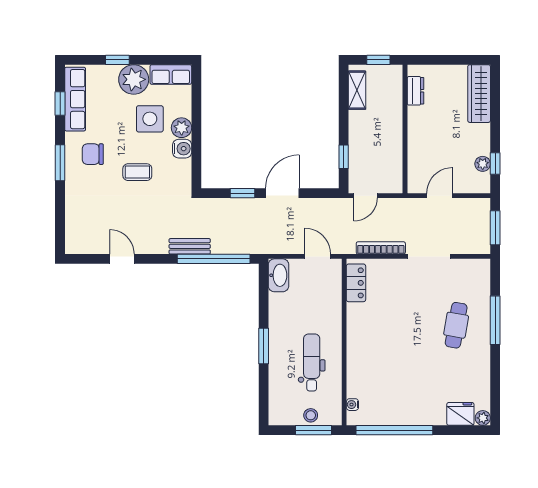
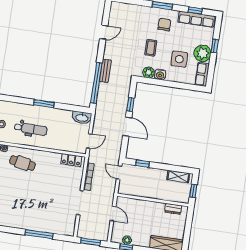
plant: (182, 128) -> (149, 72), moved
cafe table: (456, 325) -> (23, 163), moved

